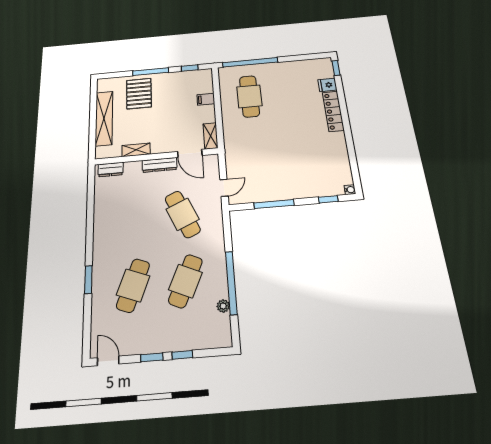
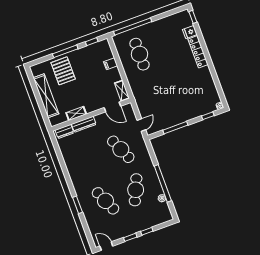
dresser: (160, 165) -> (84, 124), moved
cafe table: (133, 285) -> (105, 201), turned -45

